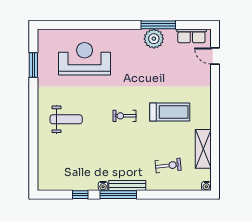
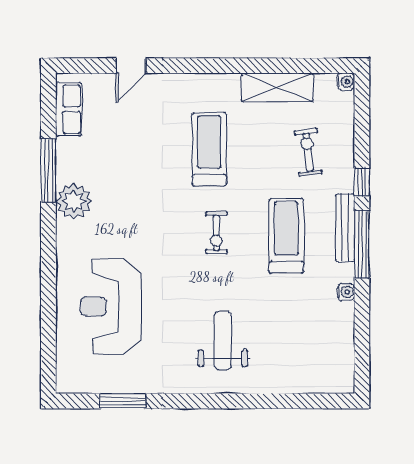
plant: (154, 39) -> (74, 201), moved
door: (215, 56) -> (131, 66), moved
treadmill: (123, 154) -> (286, 236), added
water cooler: (103, 186) -> (346, 292), moved
window: (80, 195) -> (362, 182), moved

